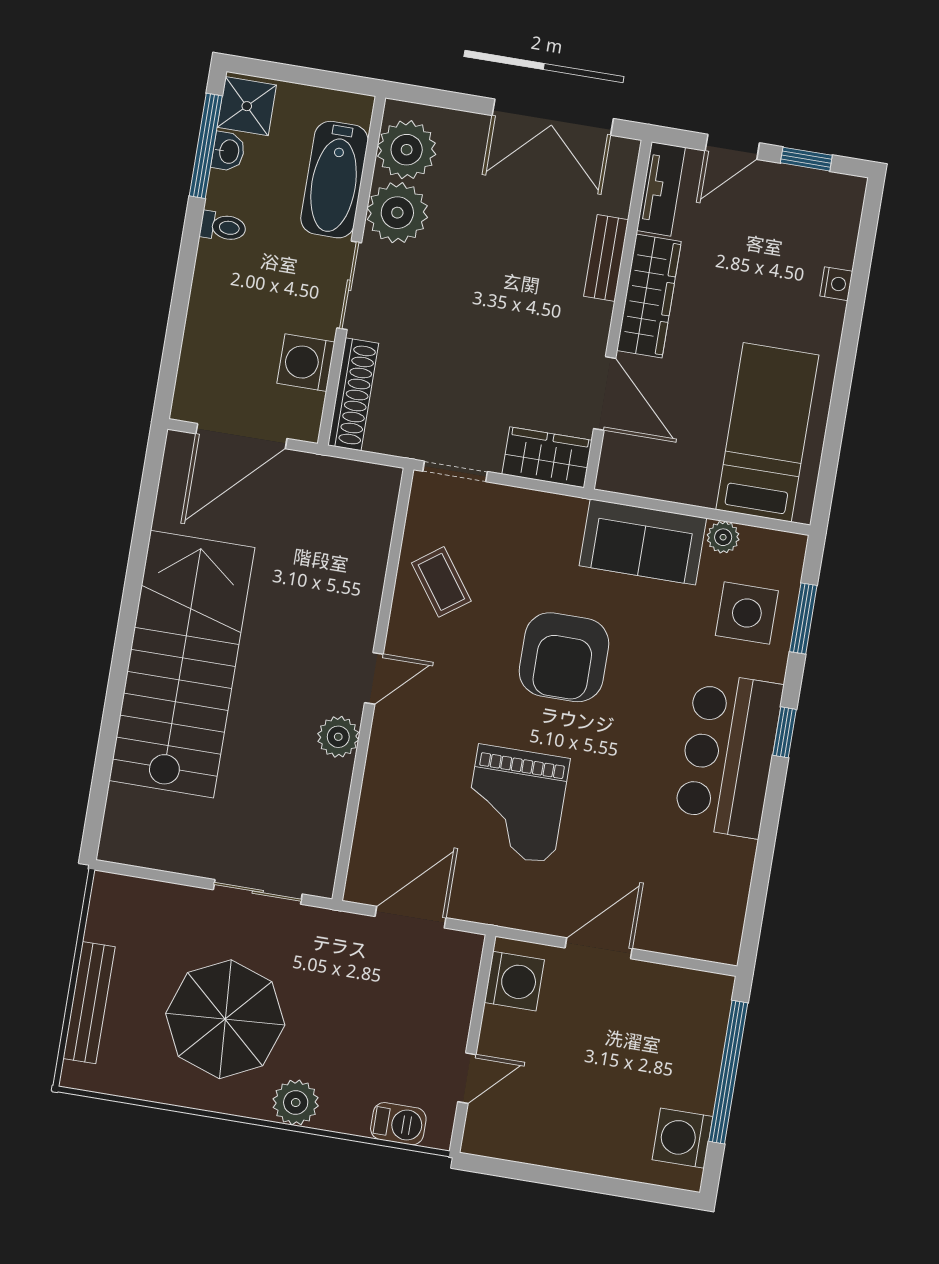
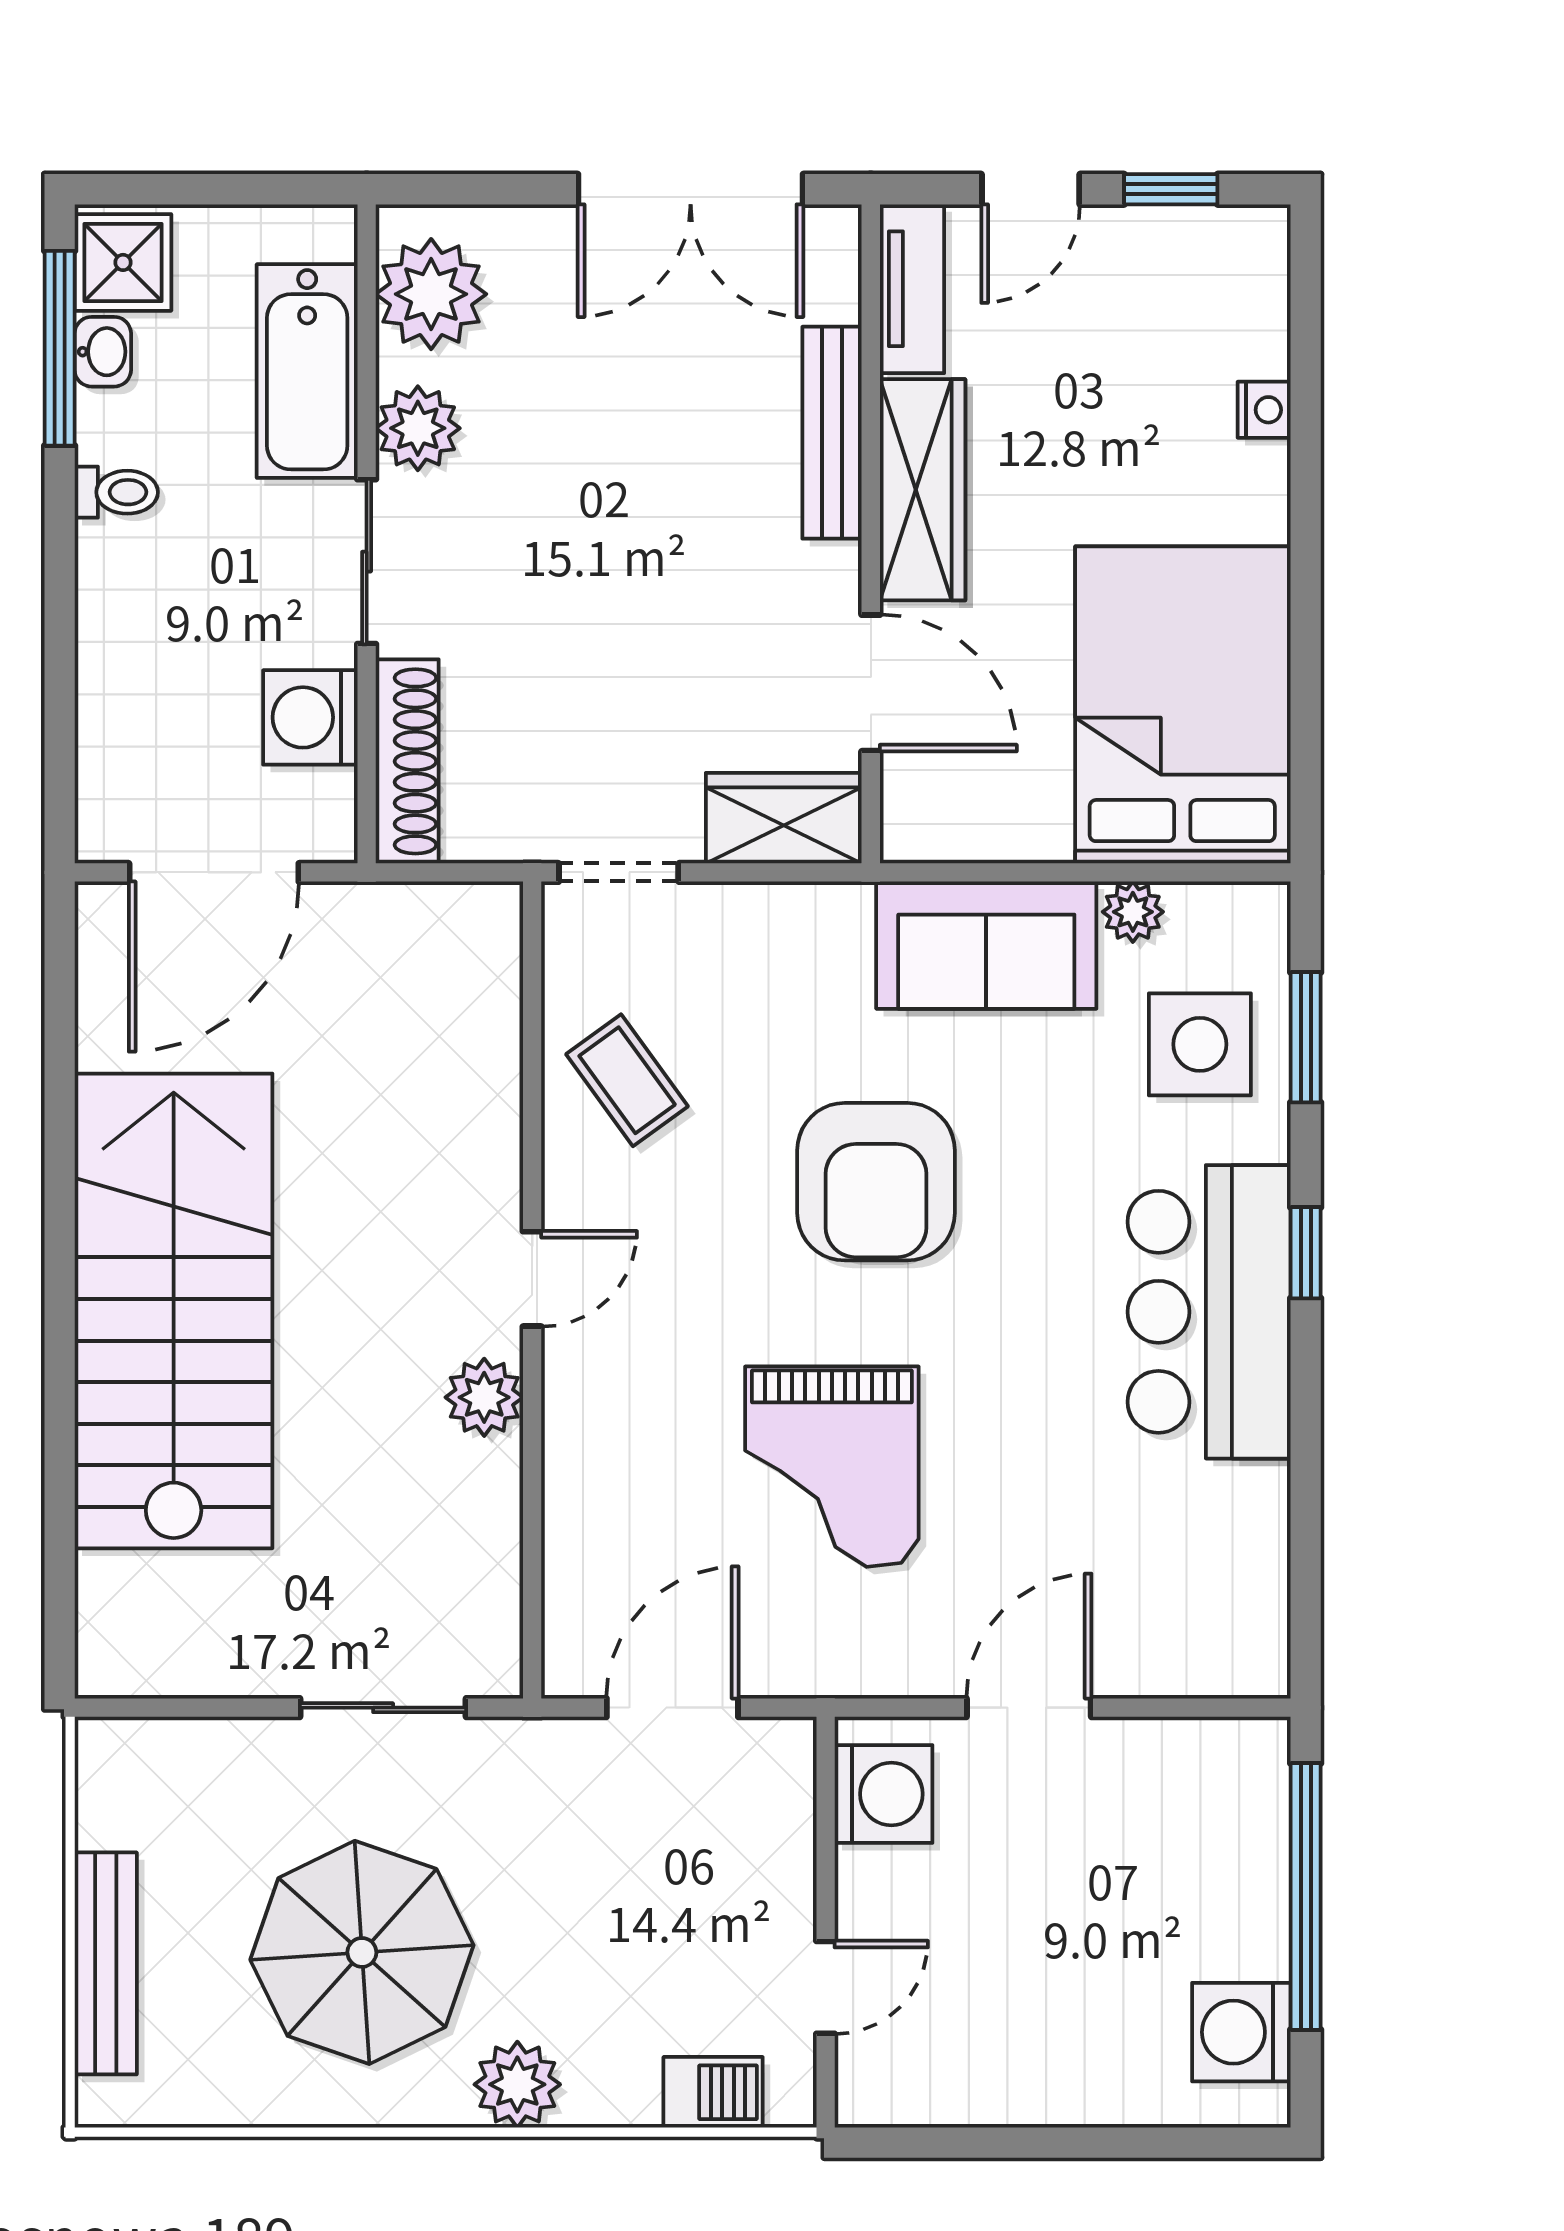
plant: (397, 213) -> (418, 428), width x0.73, depth x0.73
bench: (606, 258) -> (832, 433), width x1.36
bed: (767, 432) -> (1182, 705), width x1.50

